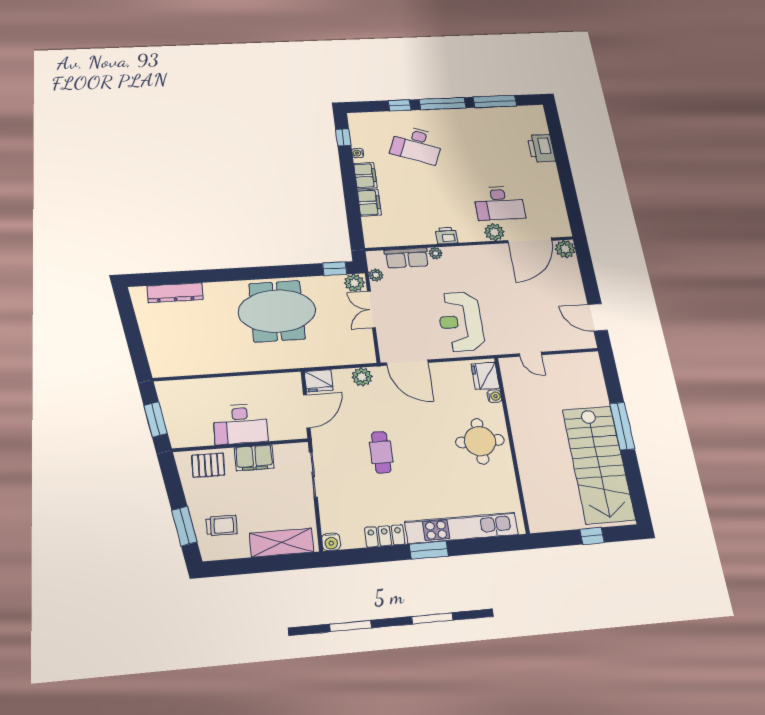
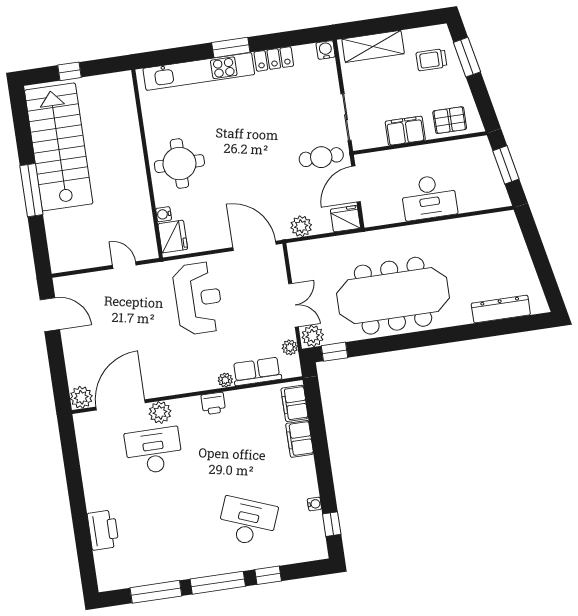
filing cabinet: (365, 176) -> (295, 403), moved
meeting table: (277, 311) -> (393, 296), width x1.36
desk: (240, 424) -> (429, 197), moved, turned 180
cafe table: (381, 452) -> (321, 157), moved, turned 90

